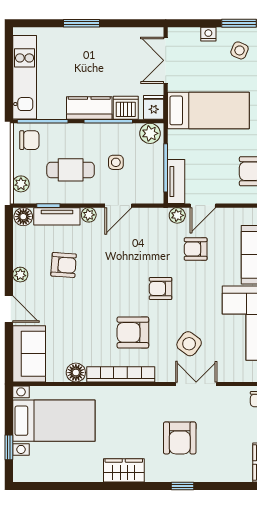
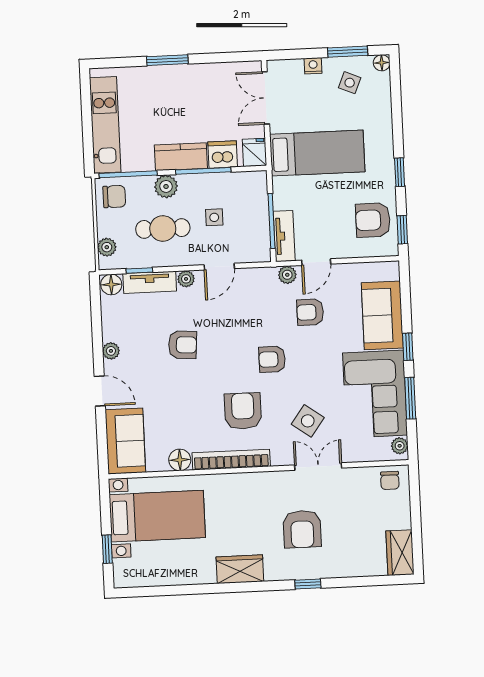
plant: (150, 133) -> (166, 186), moved
armchair: (64, 265) -> (183, 345), moved
armchair: (133, 332) -> (243, 411), turned 90

